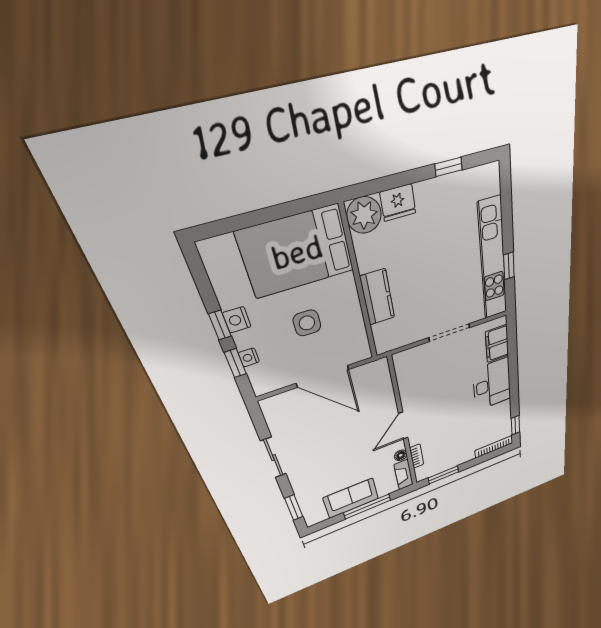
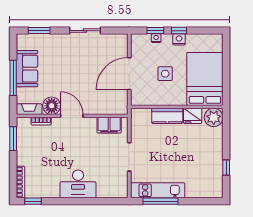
fridge: (398, 203) -> (193, 116), moved, turned -90
kitchen unit: (493, 260) -> (158, 190), width x0.73
window: (509, 266) -> (161, 201), width x2.17
filing cabinet: (497, 344) -> (109, 125), moved, turned 180
floor lamp: (401, 455) -> (52, 106), width x1.89, depth x1.89

